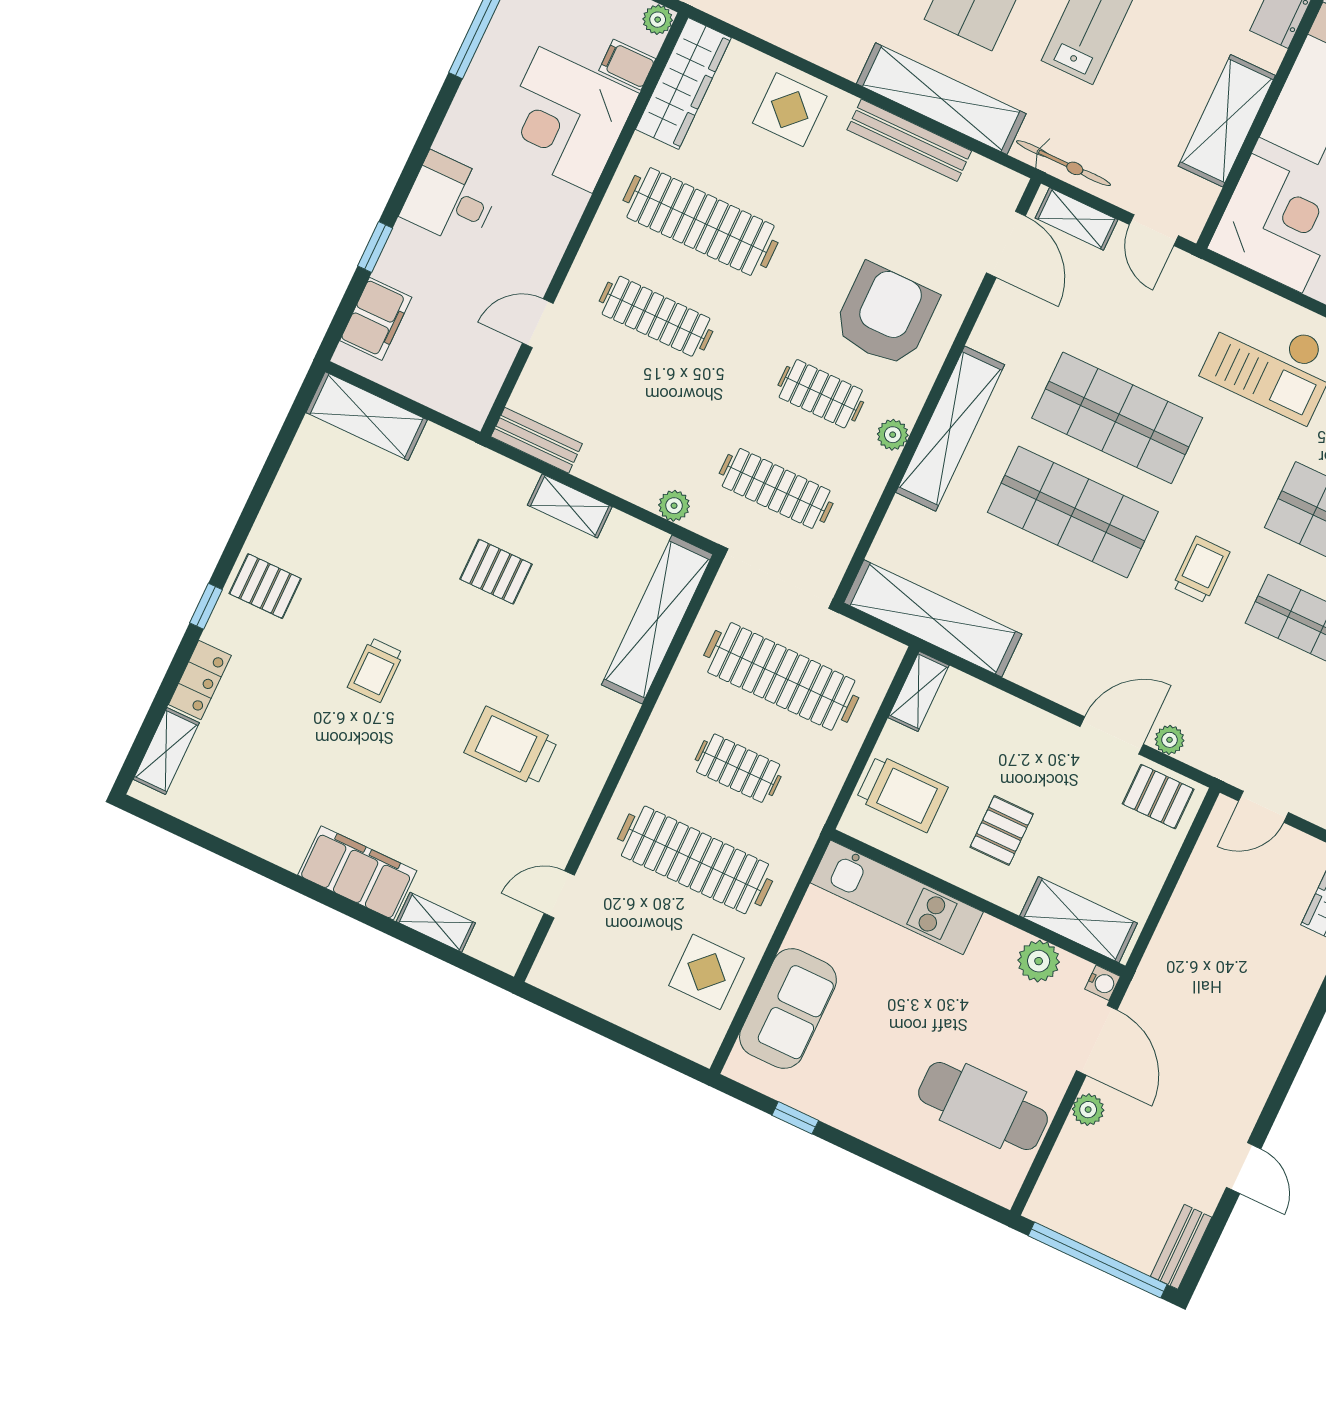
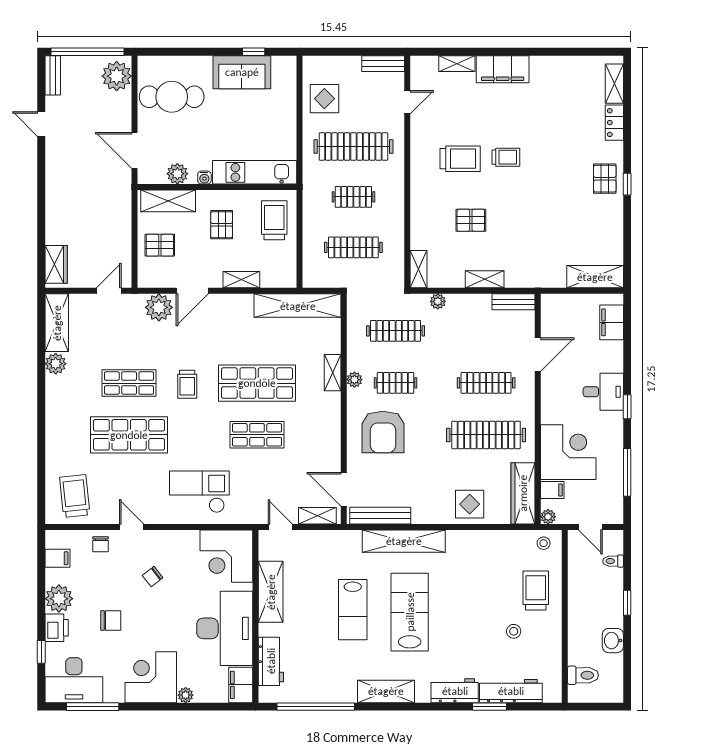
bench: (909, 140) -> (380, 516), moved
bicycle: (1064, 163) -> (335, 538), removed
window: (375, 247) -> (627, 407), moved
door: (538, 323) -> (538, 355), width x1.37
shop shelf: (1117, 418) -> (257, 435), width x0.70, depth x0.74
shelving: (950, 429) -> (333, 373), width x0.45, depth x0.75
pallet: (496, 572) -> (471, 220), moved
pallet: (265, 586) -> (605, 179), turned 90
window: (206, 606) -> (627, 184), moved
shelving: (657, 619) -> (418, 269), width x0.45, depth x0.75
trolley: (376, 670) -> (506, 157), moved, turned 90
clothes rail: (781, 676) -> (353, 247), width x0.73, depth x0.76
shelving: (918, 691) -> (241, 280), moved, turned 90
plant: (1170, 740) -> (159, 307), width x1.88, depth x1.88
trolley: (902, 793) -> (274, 220), turned 90
pallet: (1158, 797) -> (160, 245), moved
water cooler: (1103, 983) -> (204, 178), moved, turned -90
bench: (570, 985) -> (383, 64), added
sofa: (788, 1008) -> (242, 72), moved, turned -90
plant: (1088, 1110) -> (117, 76), moved, width x1.87, depth x1.87

